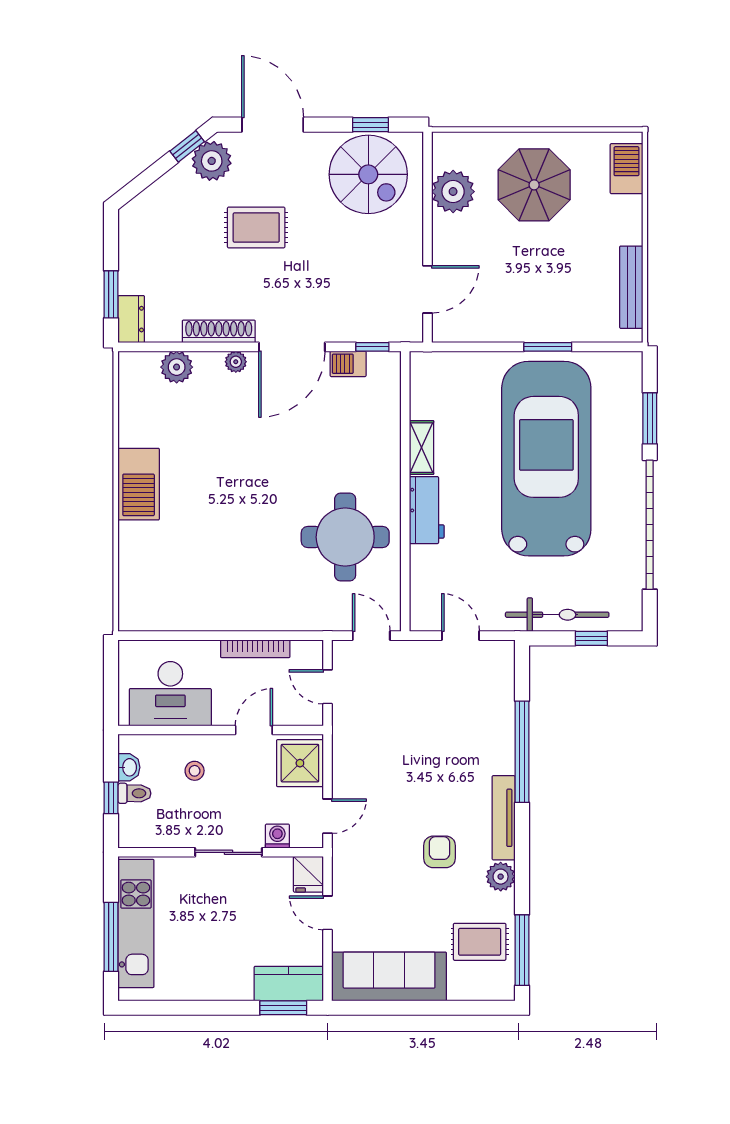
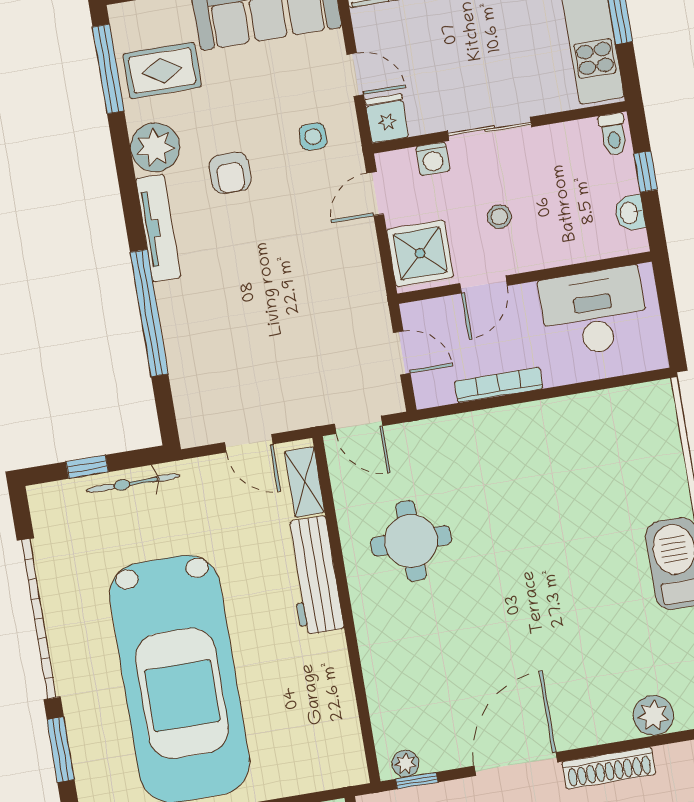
plant: (236, 362) -> (405, 764), moved
barbecue: (348, 364) -> (443, 755), removed
shelving: (422, 448) -> (304, 482), moved
workbench: (427, 510) -> (314, 575), width x1.38
round table: (345, 537) -> (411, 541), width x0.73, depth x0.73
bicycle: (557, 615) -> (133, 483), width x0.73, depth x0.71
stool: (195, 771) -> (499, 217), moved
toilet: (134, 793) -> (613, 134), moved, turned -90
side table: (369, 870) -> (313, 137), added
plant: (501, 877) -> (155, 147), width x1.36, depth x1.36

